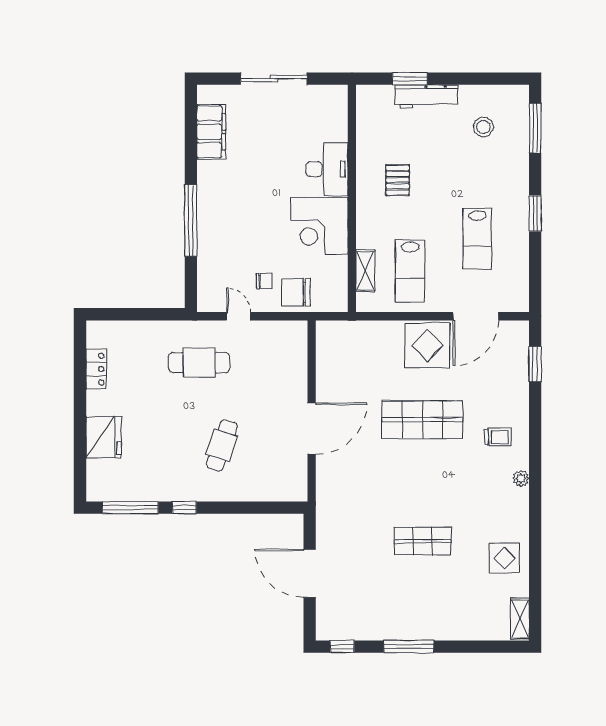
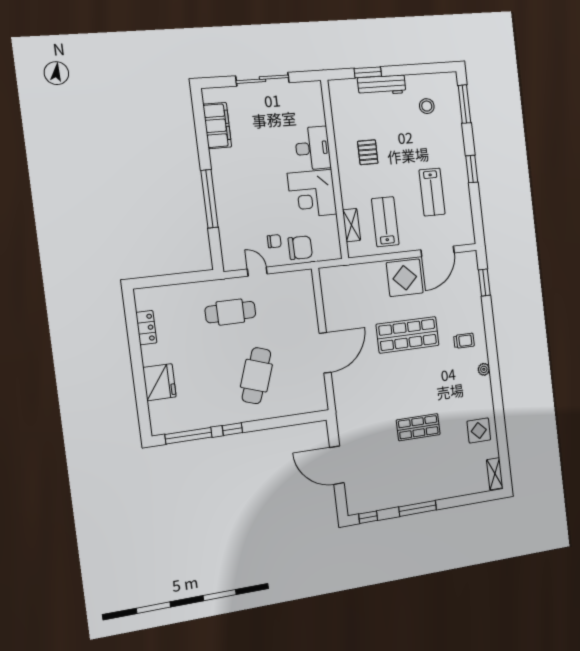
lab bench: (410, 271) -> (385, 222), turned 180
chair: (296, 292) -> (300, 248), turned 180
cafe table: (222, 445) -> (256, 376), width x1.37, depth x1.35

